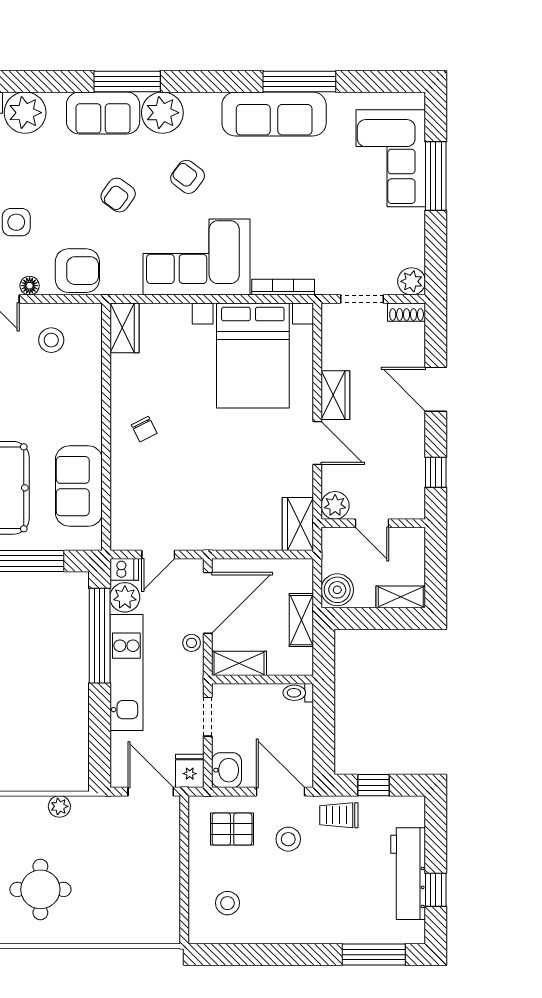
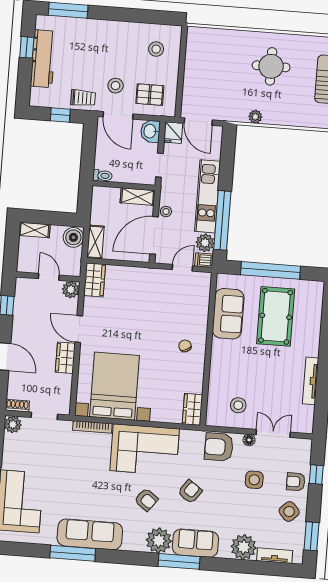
shelving: (301, 620) -> (95, 242), moved

